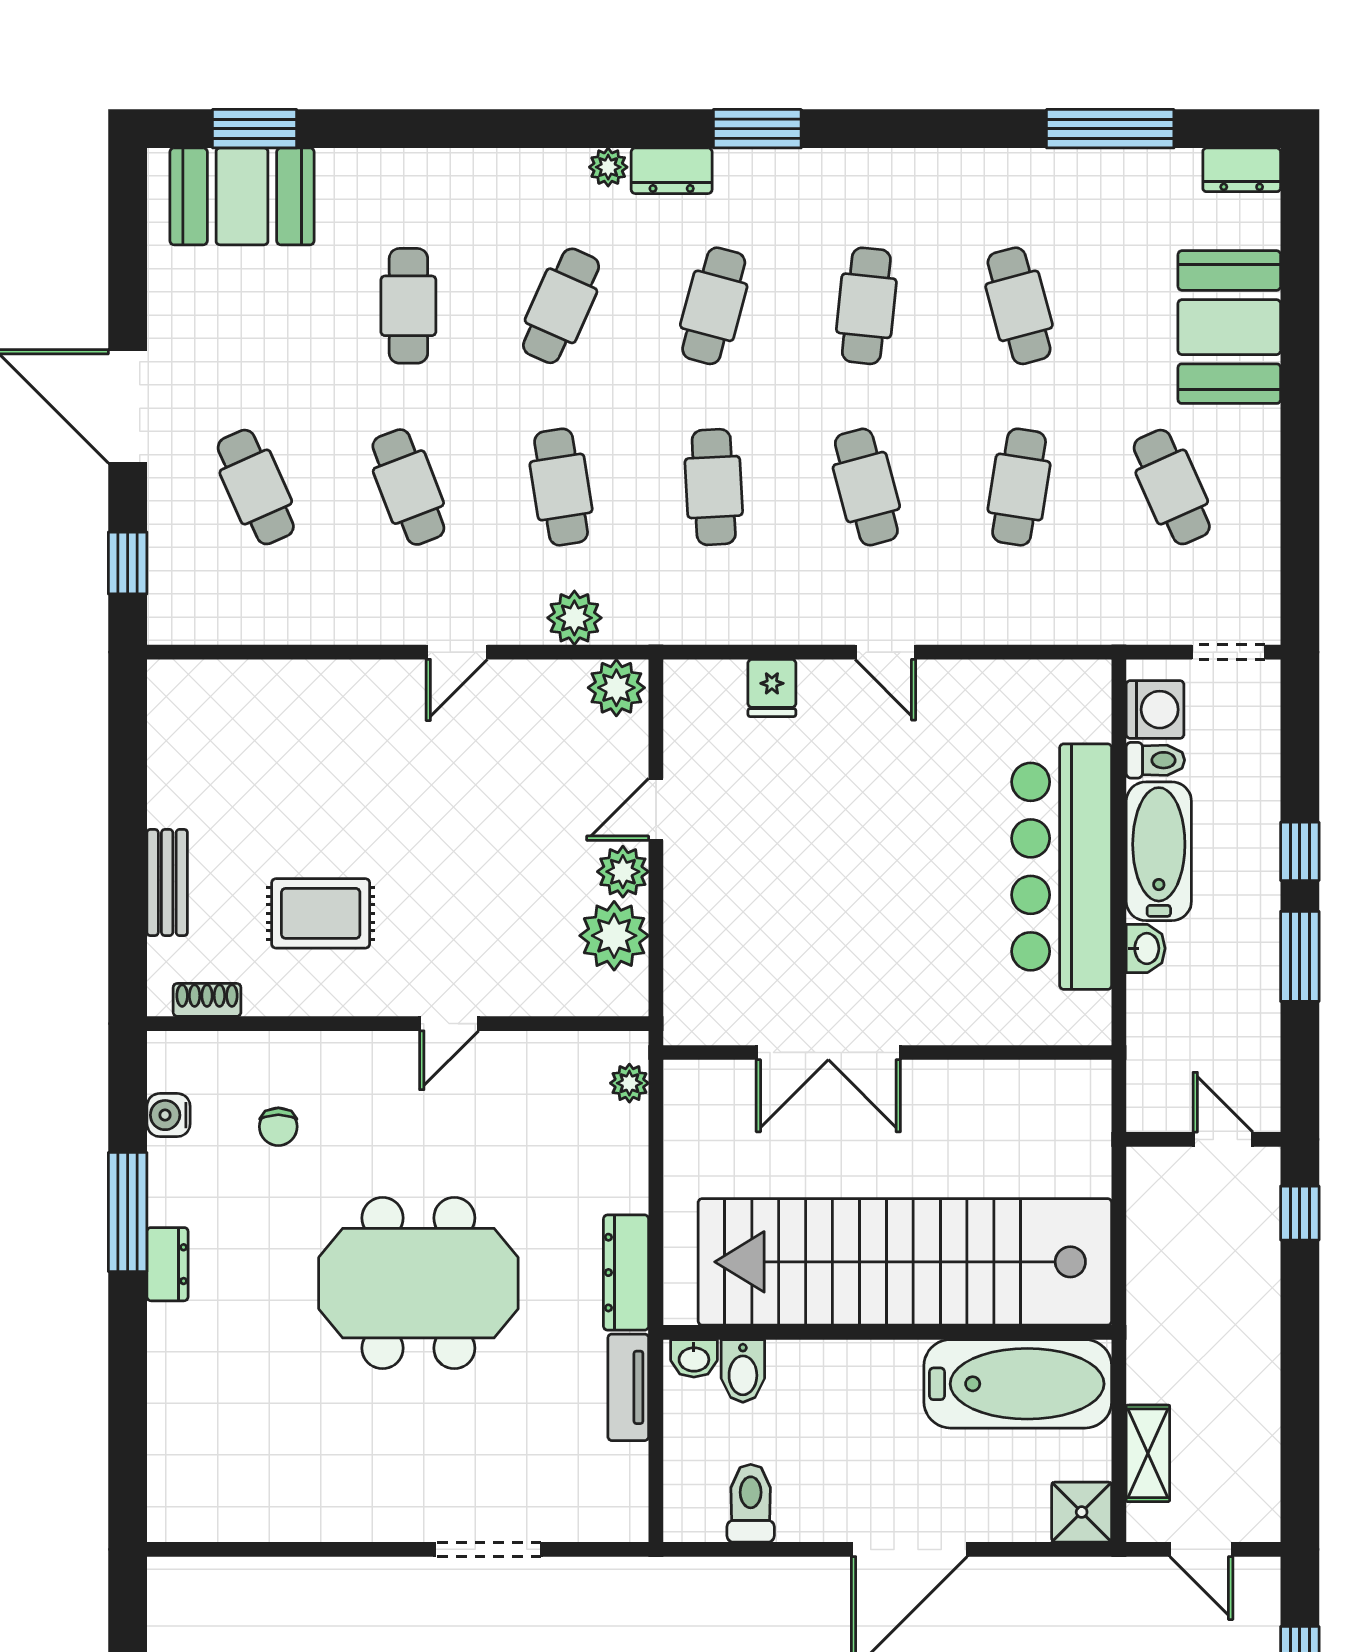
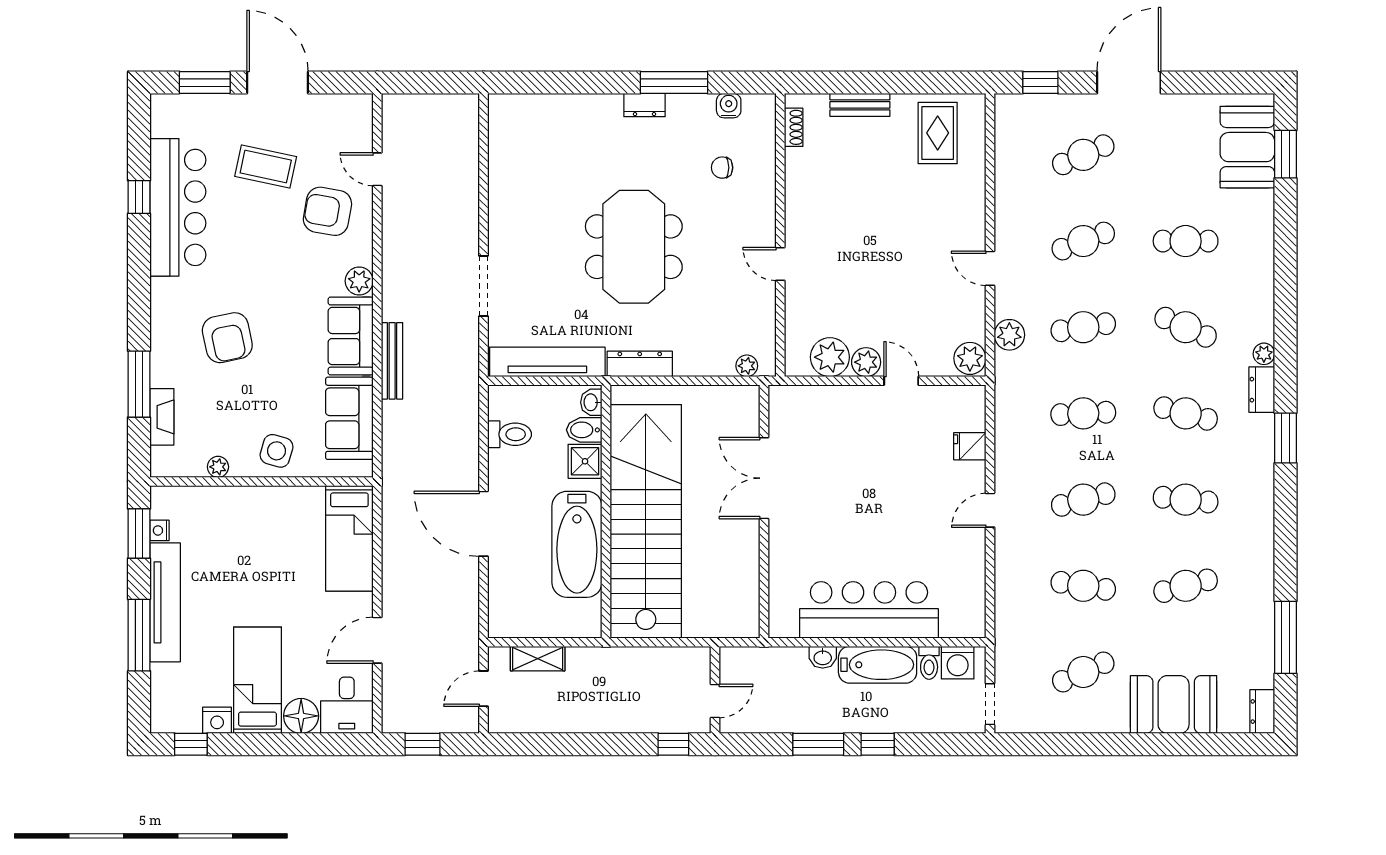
rug: (321, 913) -> (938, 133), moved
bathtub: (1018, 1384) -> (577, 544), moved
tv unit: (628, 1387) -> (547, 362), width x1.92, depth x1.29
shower: (1082, 1512) -> (585, 461), moved

